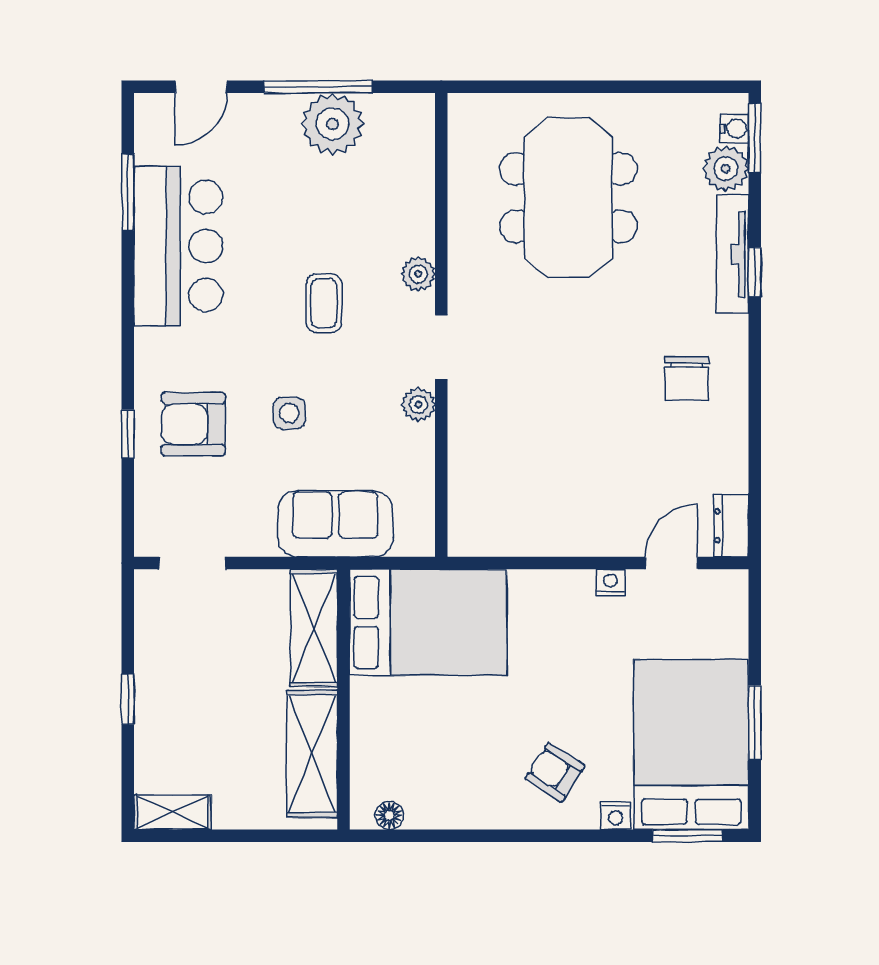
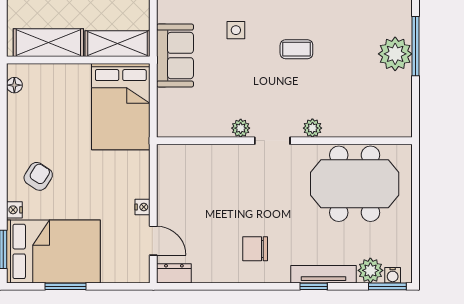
plant: (418, 274) -> (312, 128), moved
wall: (441, 325) -> (284, 141), moved
doorway: (441, 347) -> (272, 141), moved
plant: (418, 405) -> (241, 128), moved

